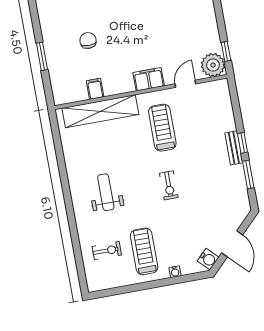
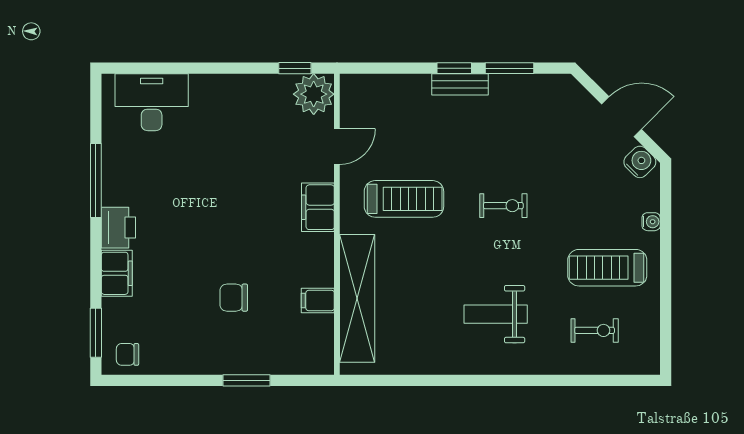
door: (185, 84) -> (337, 146), swing flipped
treadmill: (162, 128) -> (404, 199), turned 180
exercise bike: (107, 251) -> (595, 330), turned 90

